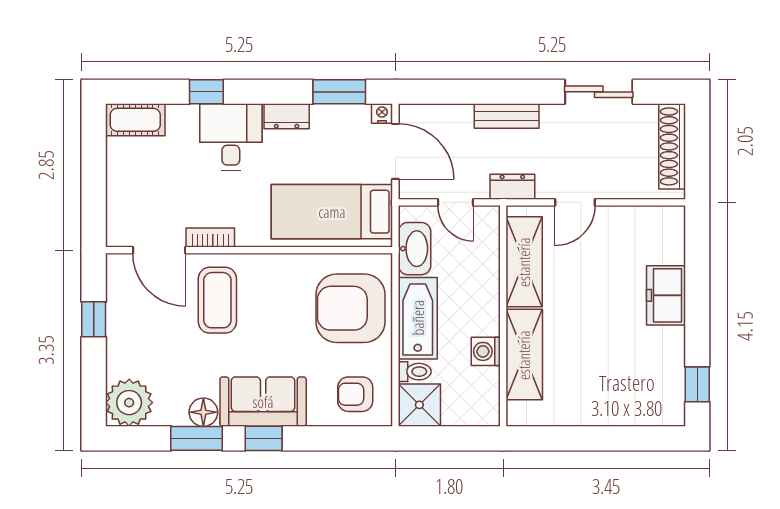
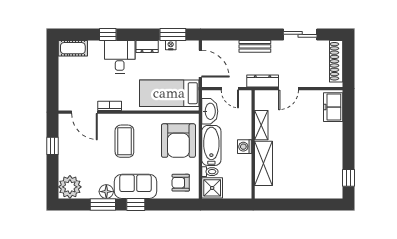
nightstand: (382, 114) -> (171, 45), moved
dresser: (512, 187) -> (263, 81), width x1.44
shelving: (524, 262) -> (261, 125), width x0.67, depth x0.75
freezer: (666, 295) -> (333, 107), moved
coffee table: (217, 300) -> (124, 141), moved
armchair: (351, 308) -> (178, 141), turned -90
washing machine: (486, 351) -> (245, 147), moved

